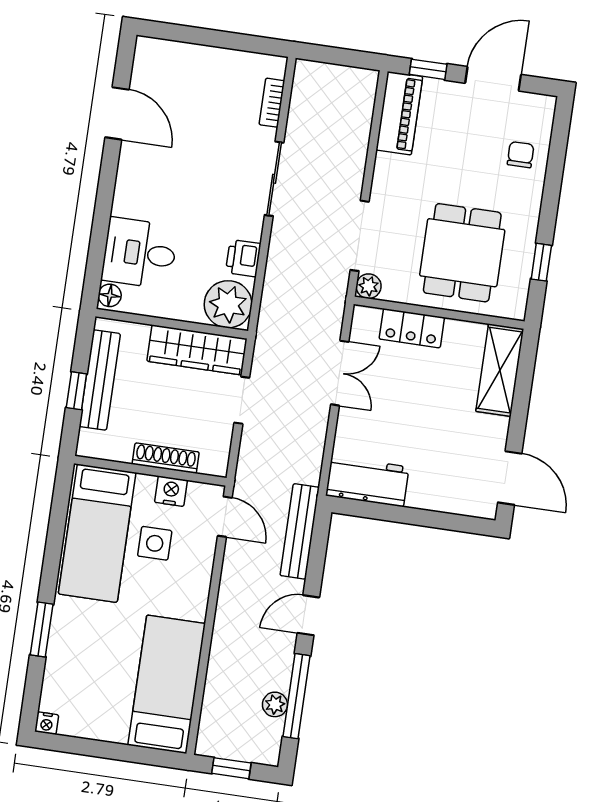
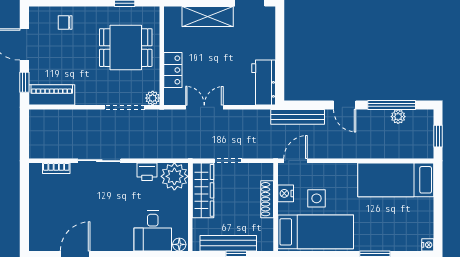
shelving: (500, 370) -> (208, 16), moved

